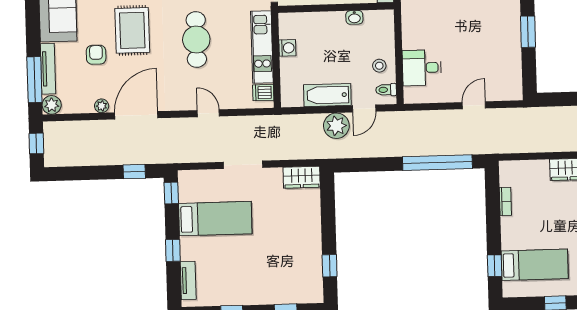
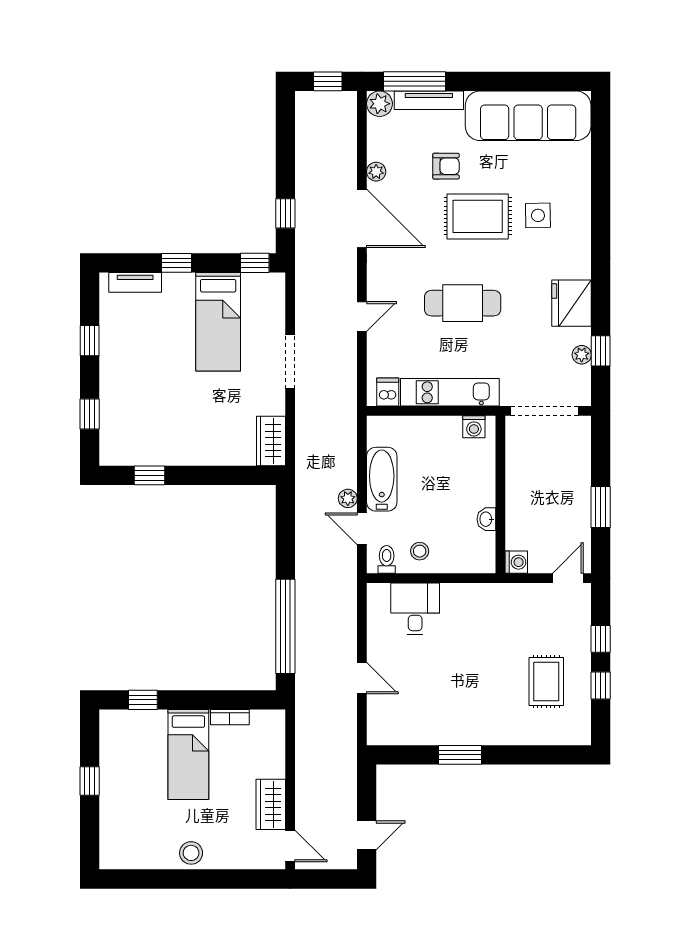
washing machine: (287, 48) -> (474, 427), moved
plant: (336, 126) -> (348, 498), width x0.53, depth x0.53
bed: (535, 265) -> (188, 755), moved

